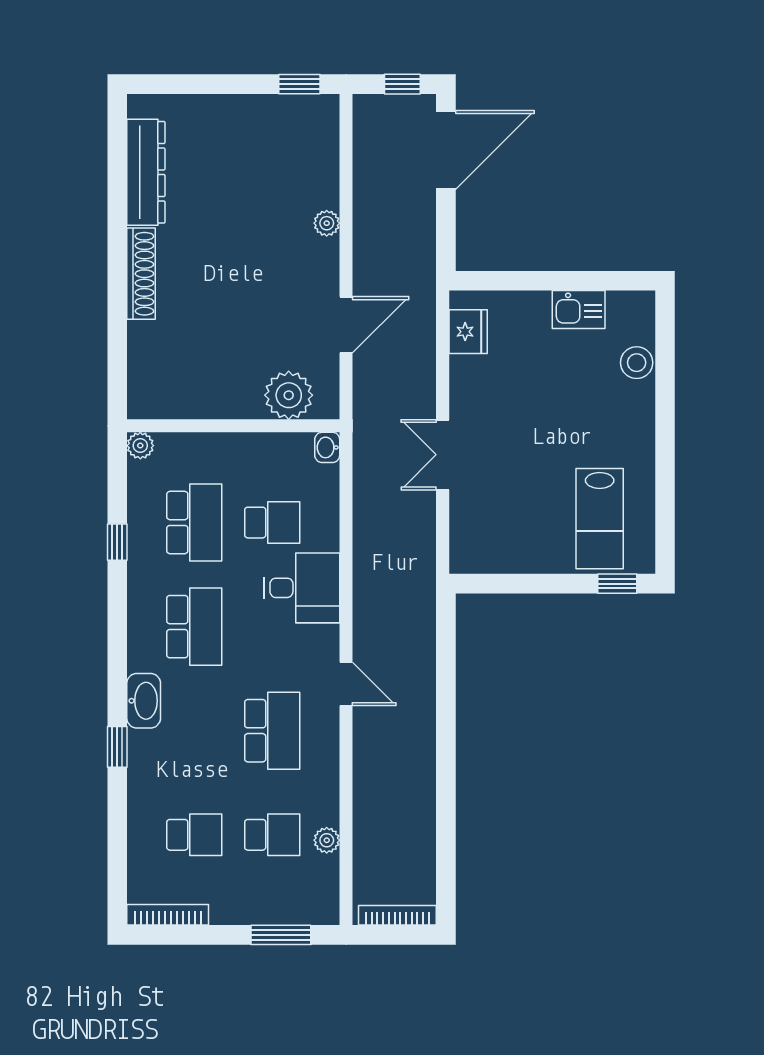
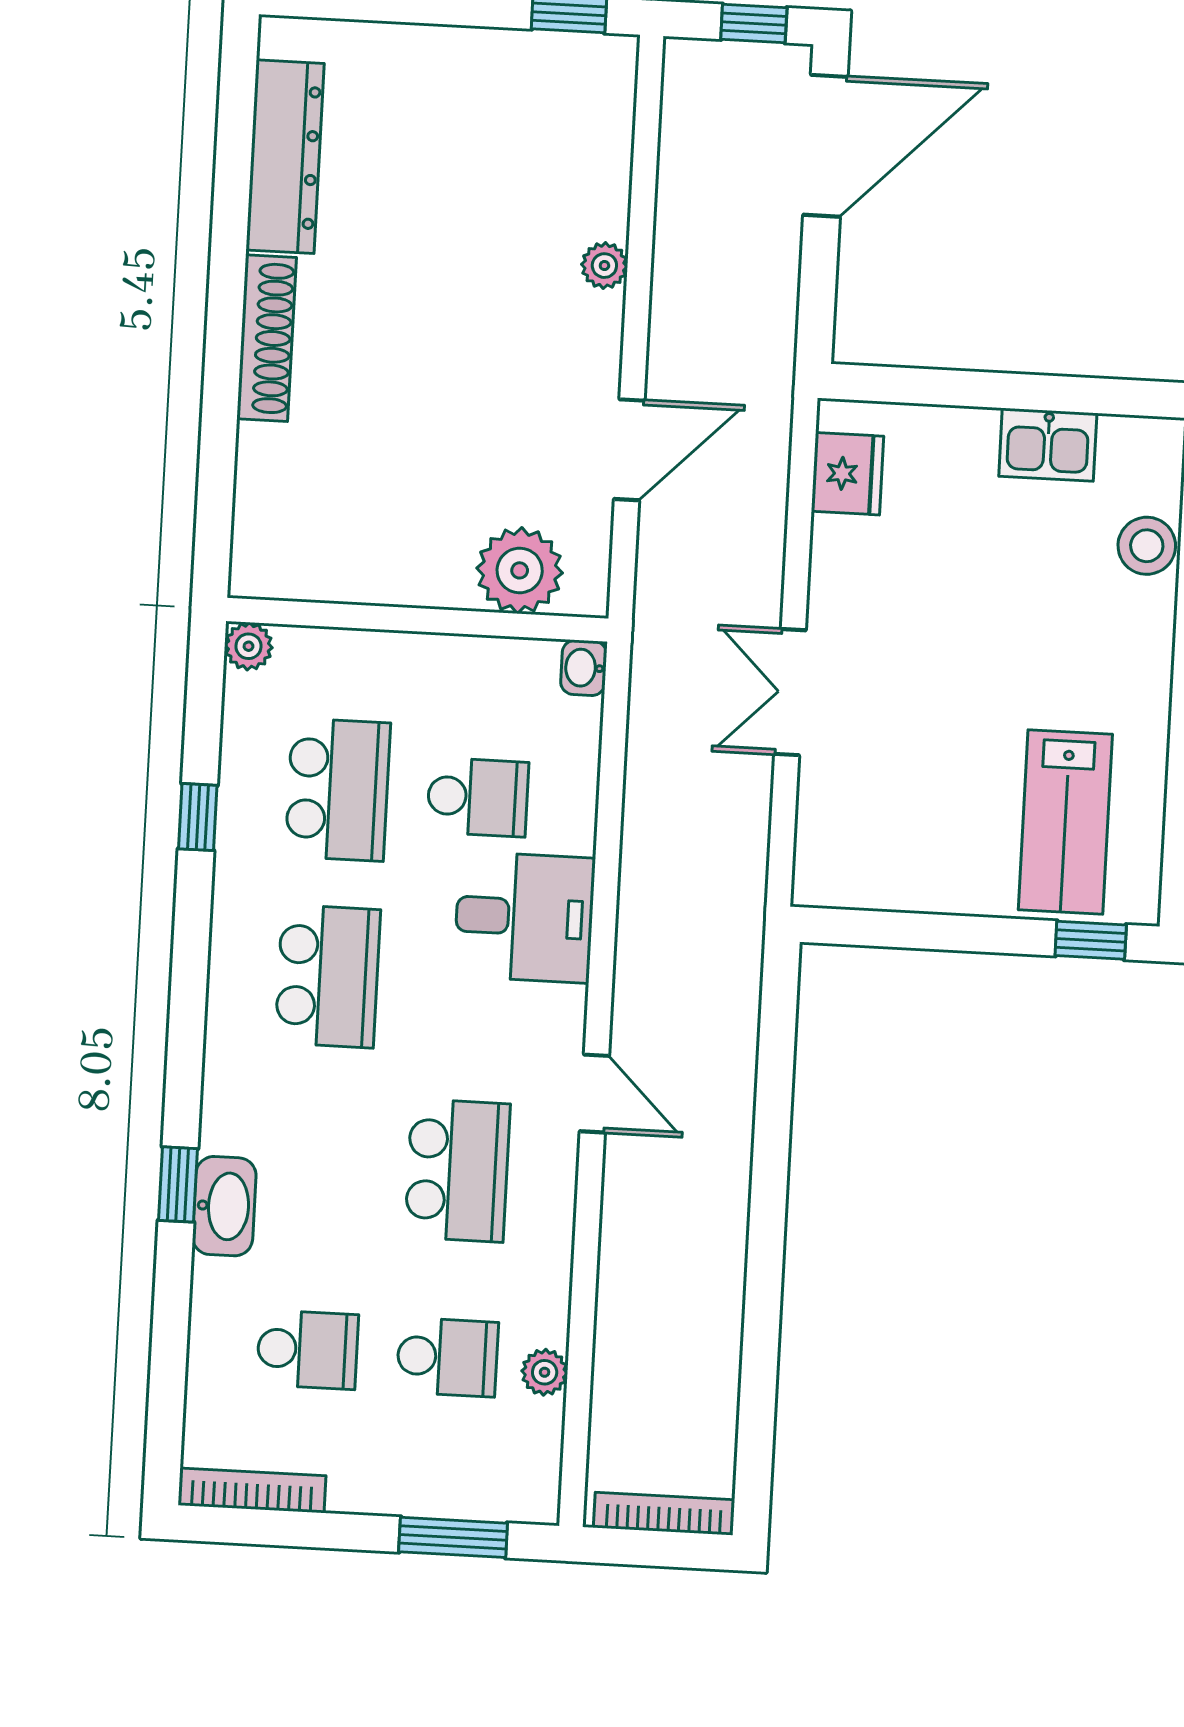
washbasin: (144, 701) -> (224, 1206), moved

